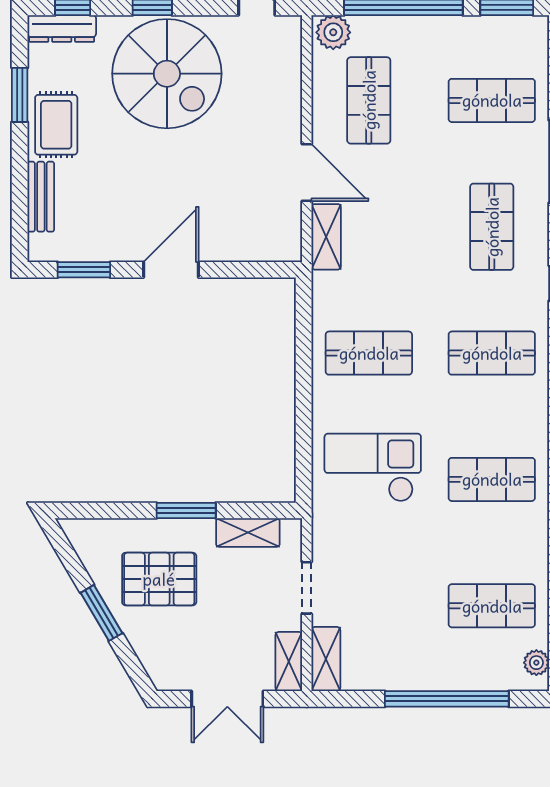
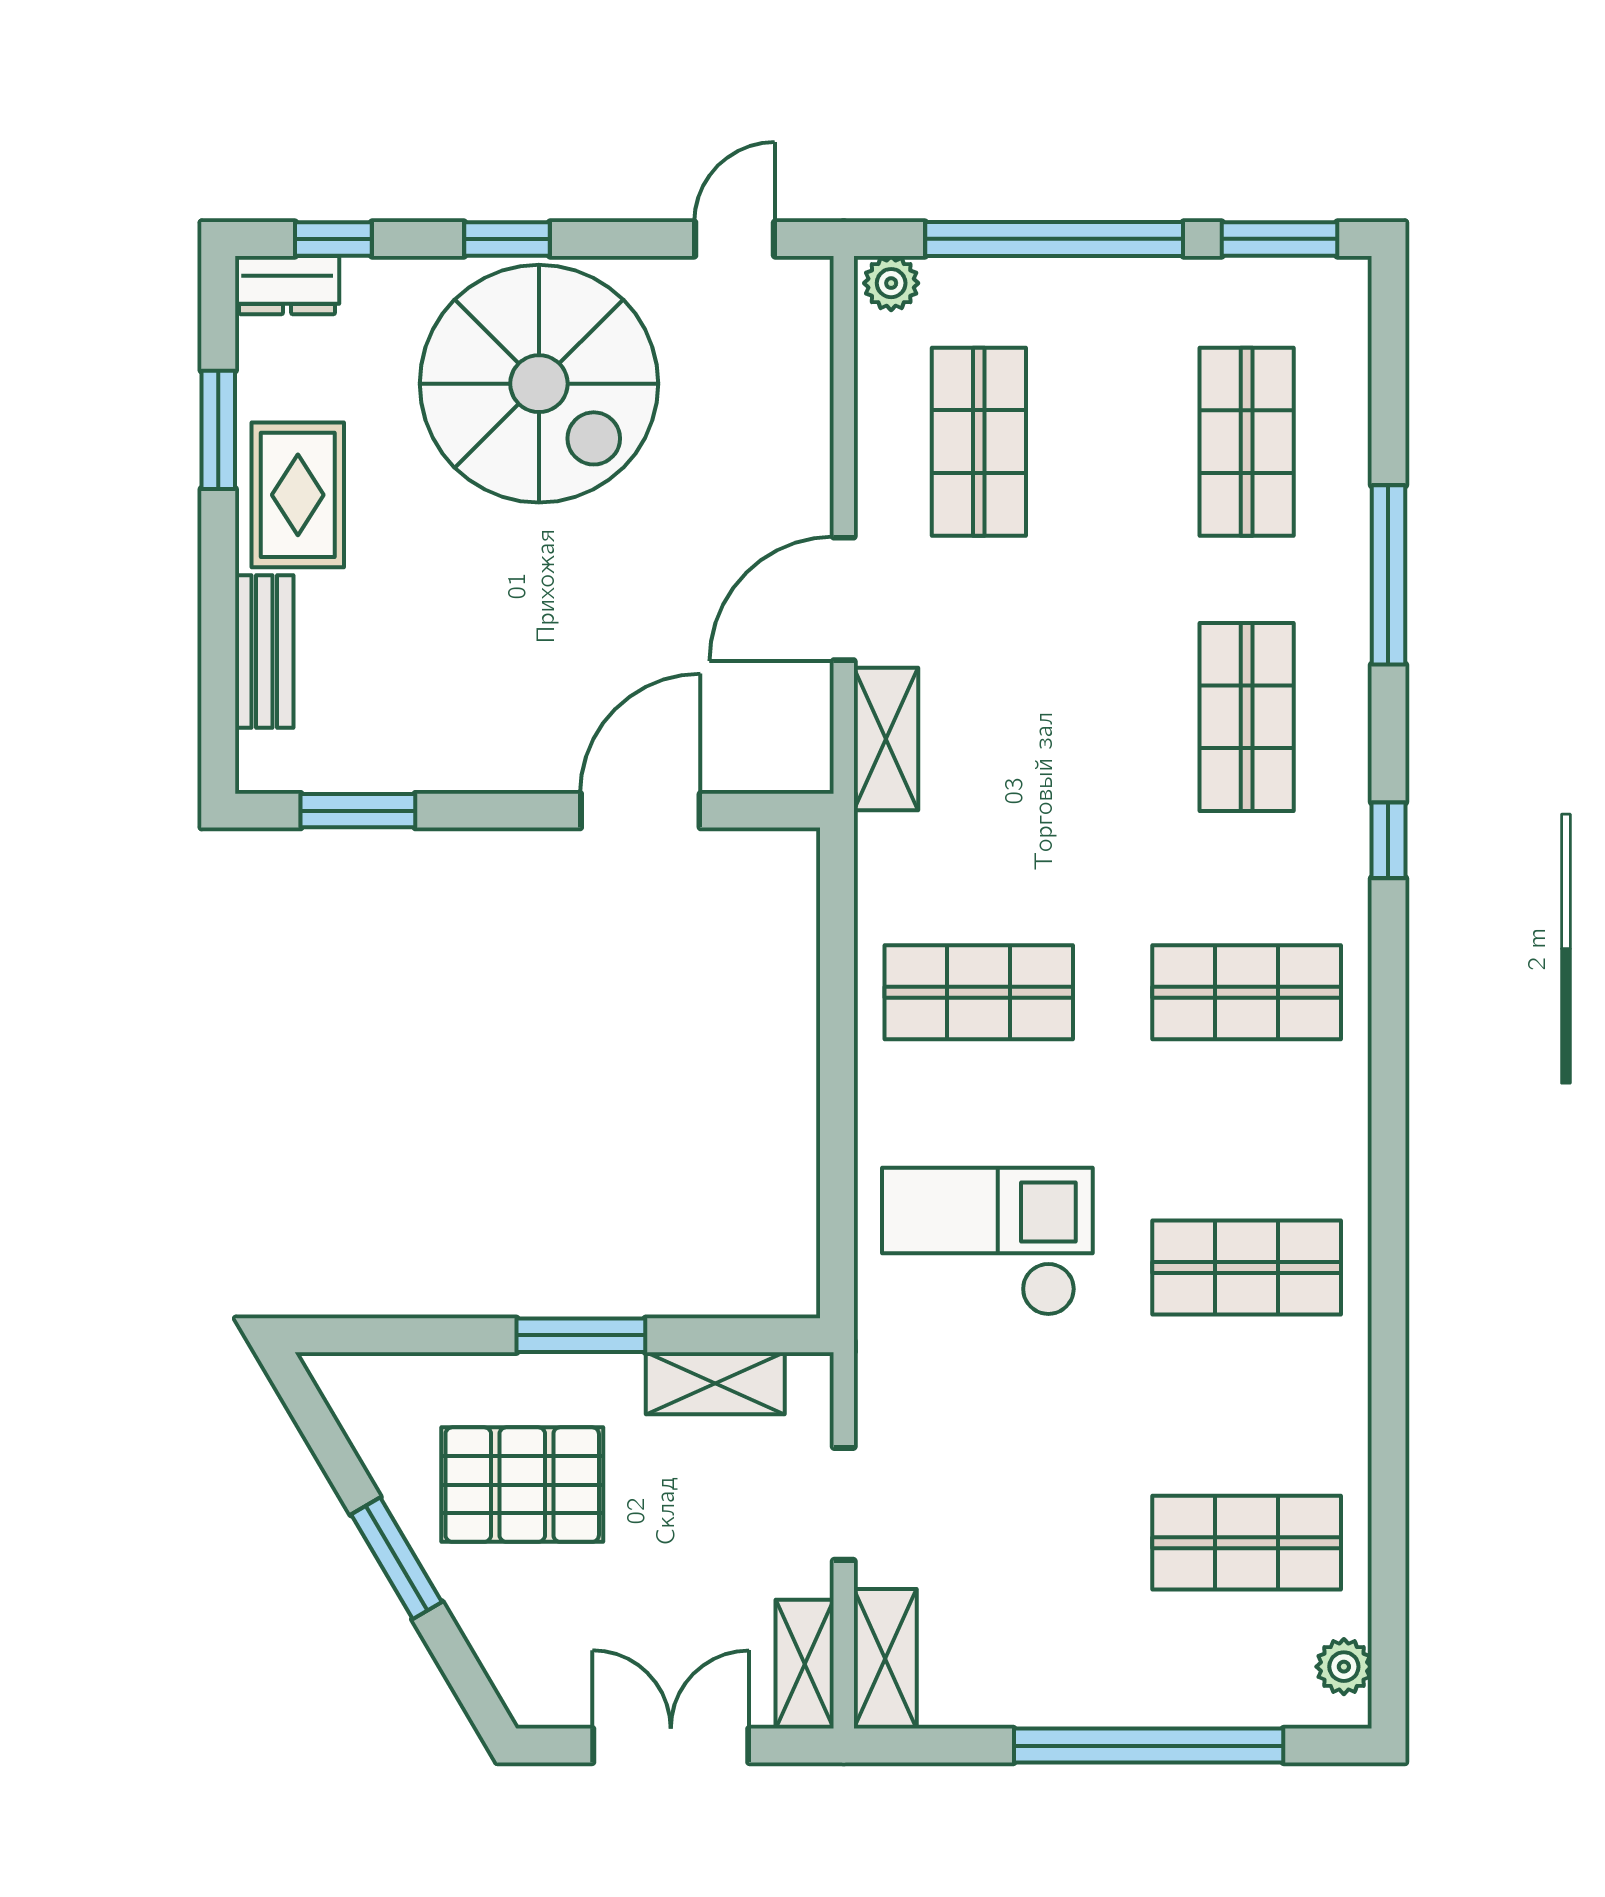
dresser: (62, 28) -> (287, 285), width x0.70
plant: (333, 32) -> (891, 283), width x0.73, depth x0.73
shop shelf: (492, 100) -> (1247, 442), turned 90
door: (307, 173) -> (844, 599), swing flipped
door: (171, 270) -> (640, 811), moved
double door: (227, 699) -> (671, 1746), swing flipped

